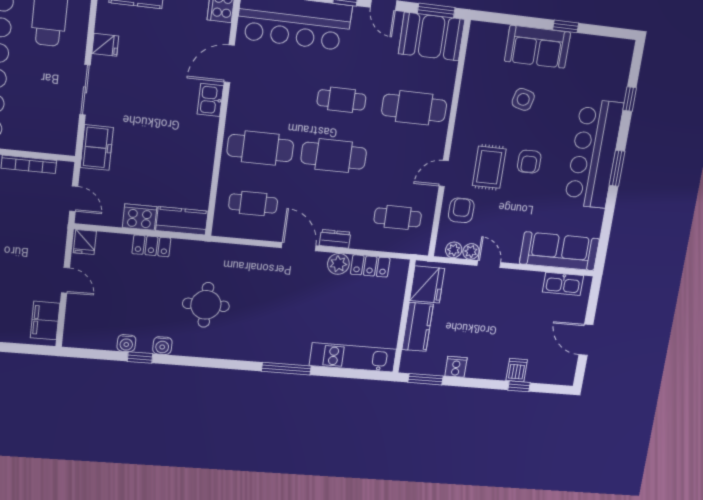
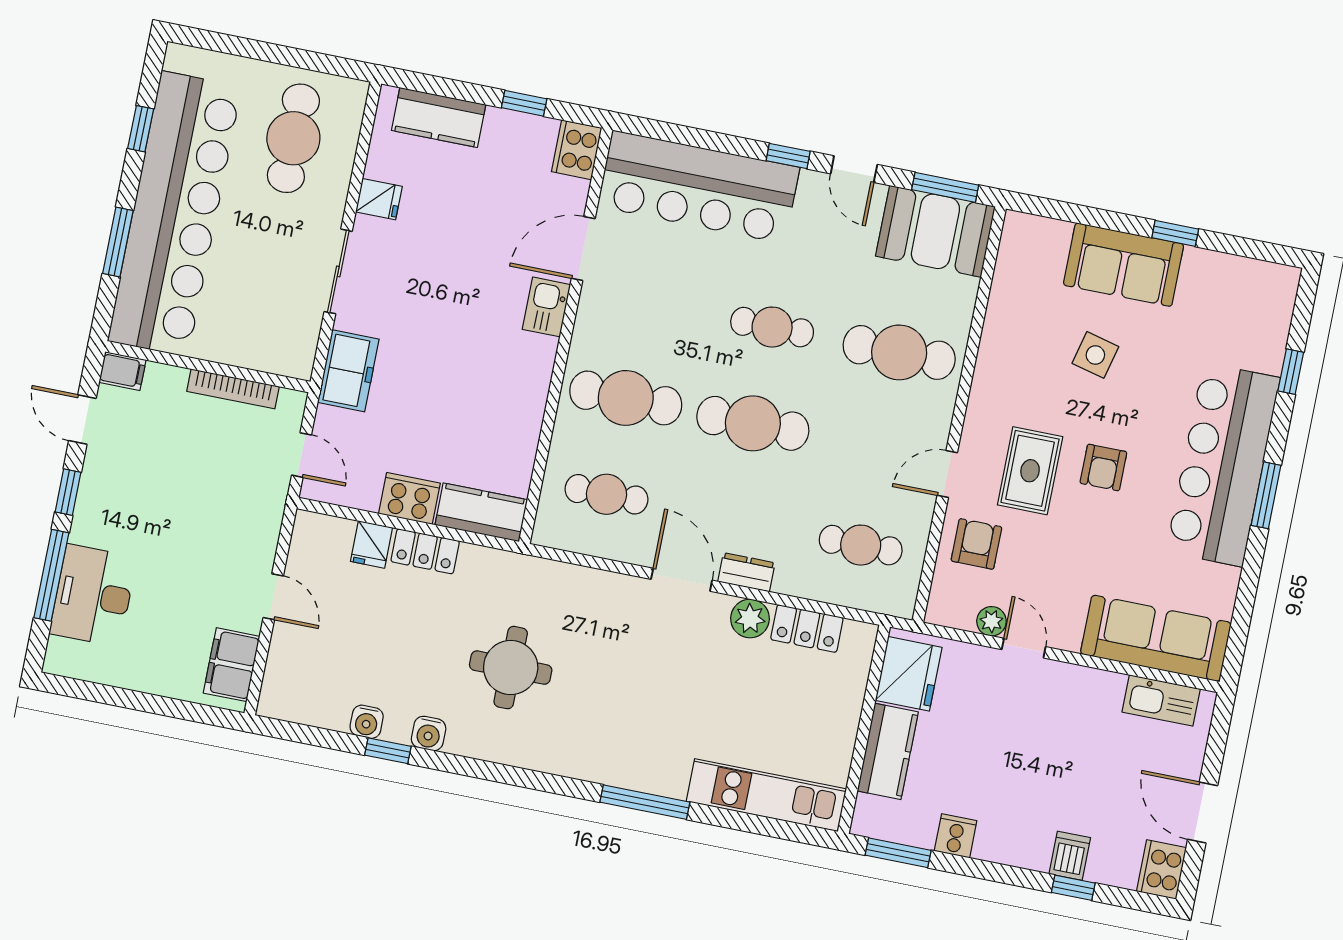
fridge: (85, 242) -> (371, 544), moved
plant: (454, 250) -> (960, 615), removed
cooker: (565, 372) -> (1161, 870), added

